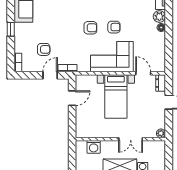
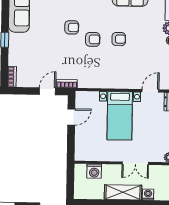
armchair: (44, 49) -> (72, 27), moved
corner sofa: (112, 57) -> (116, 72), removed
door: (143, 73) -> (150, 91), hinge flipped

